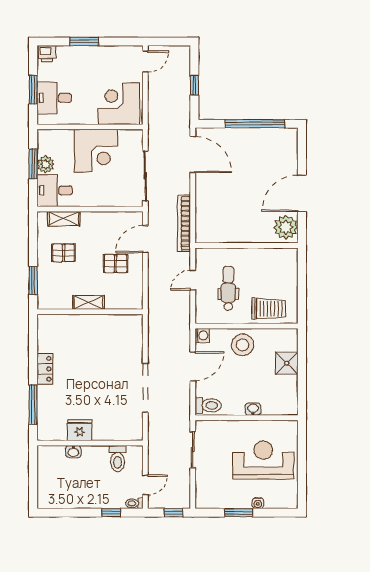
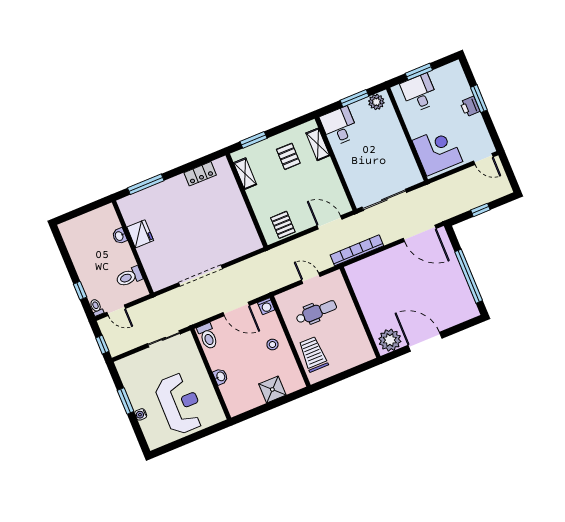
printer: (47, 54) -> (470, 107), moved
corner desk: (96, 151) -> (388, 148), removed
door: (193, 155) -> (420, 233), hinge flipped
plant: (46, 164) -> (376, 102), moved
pallet: (116, 264) -> (283, 225), moved
shelving: (89, 302) -> (245, 174), moved
trolley: (269, 309) -> (313, 354), turned 180
stool: (243, 345) -> (272, 345), width x0.53, depth x0.53
locker: (45, 369) -> (200, 174), moved

